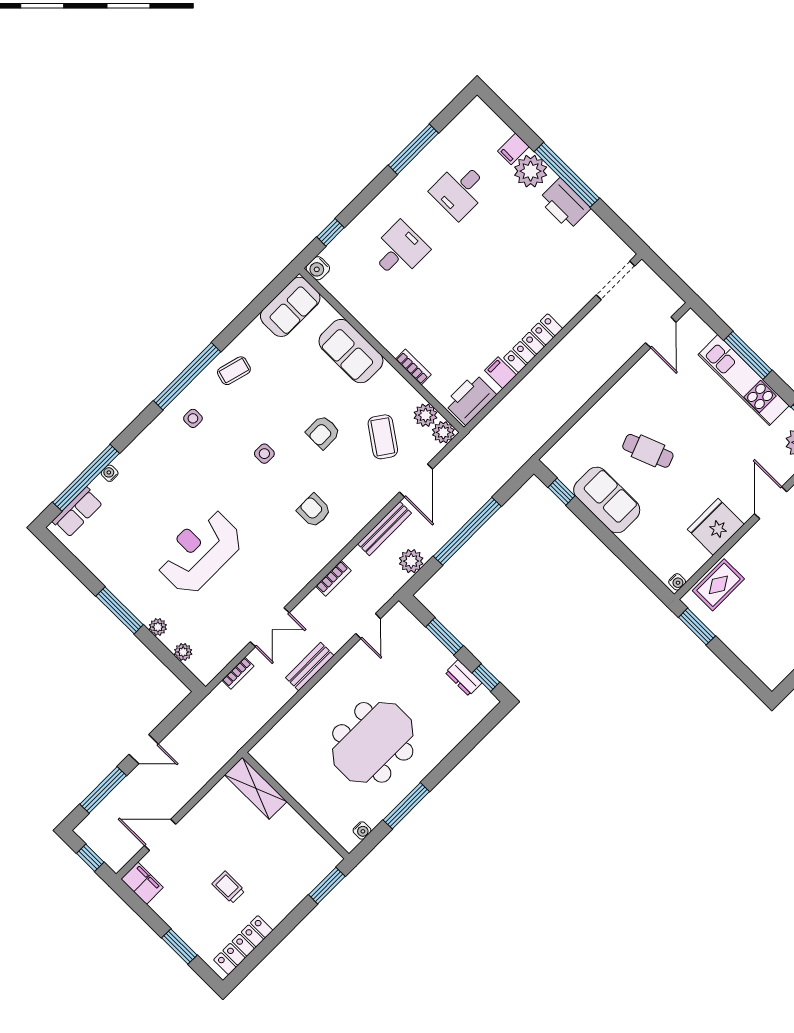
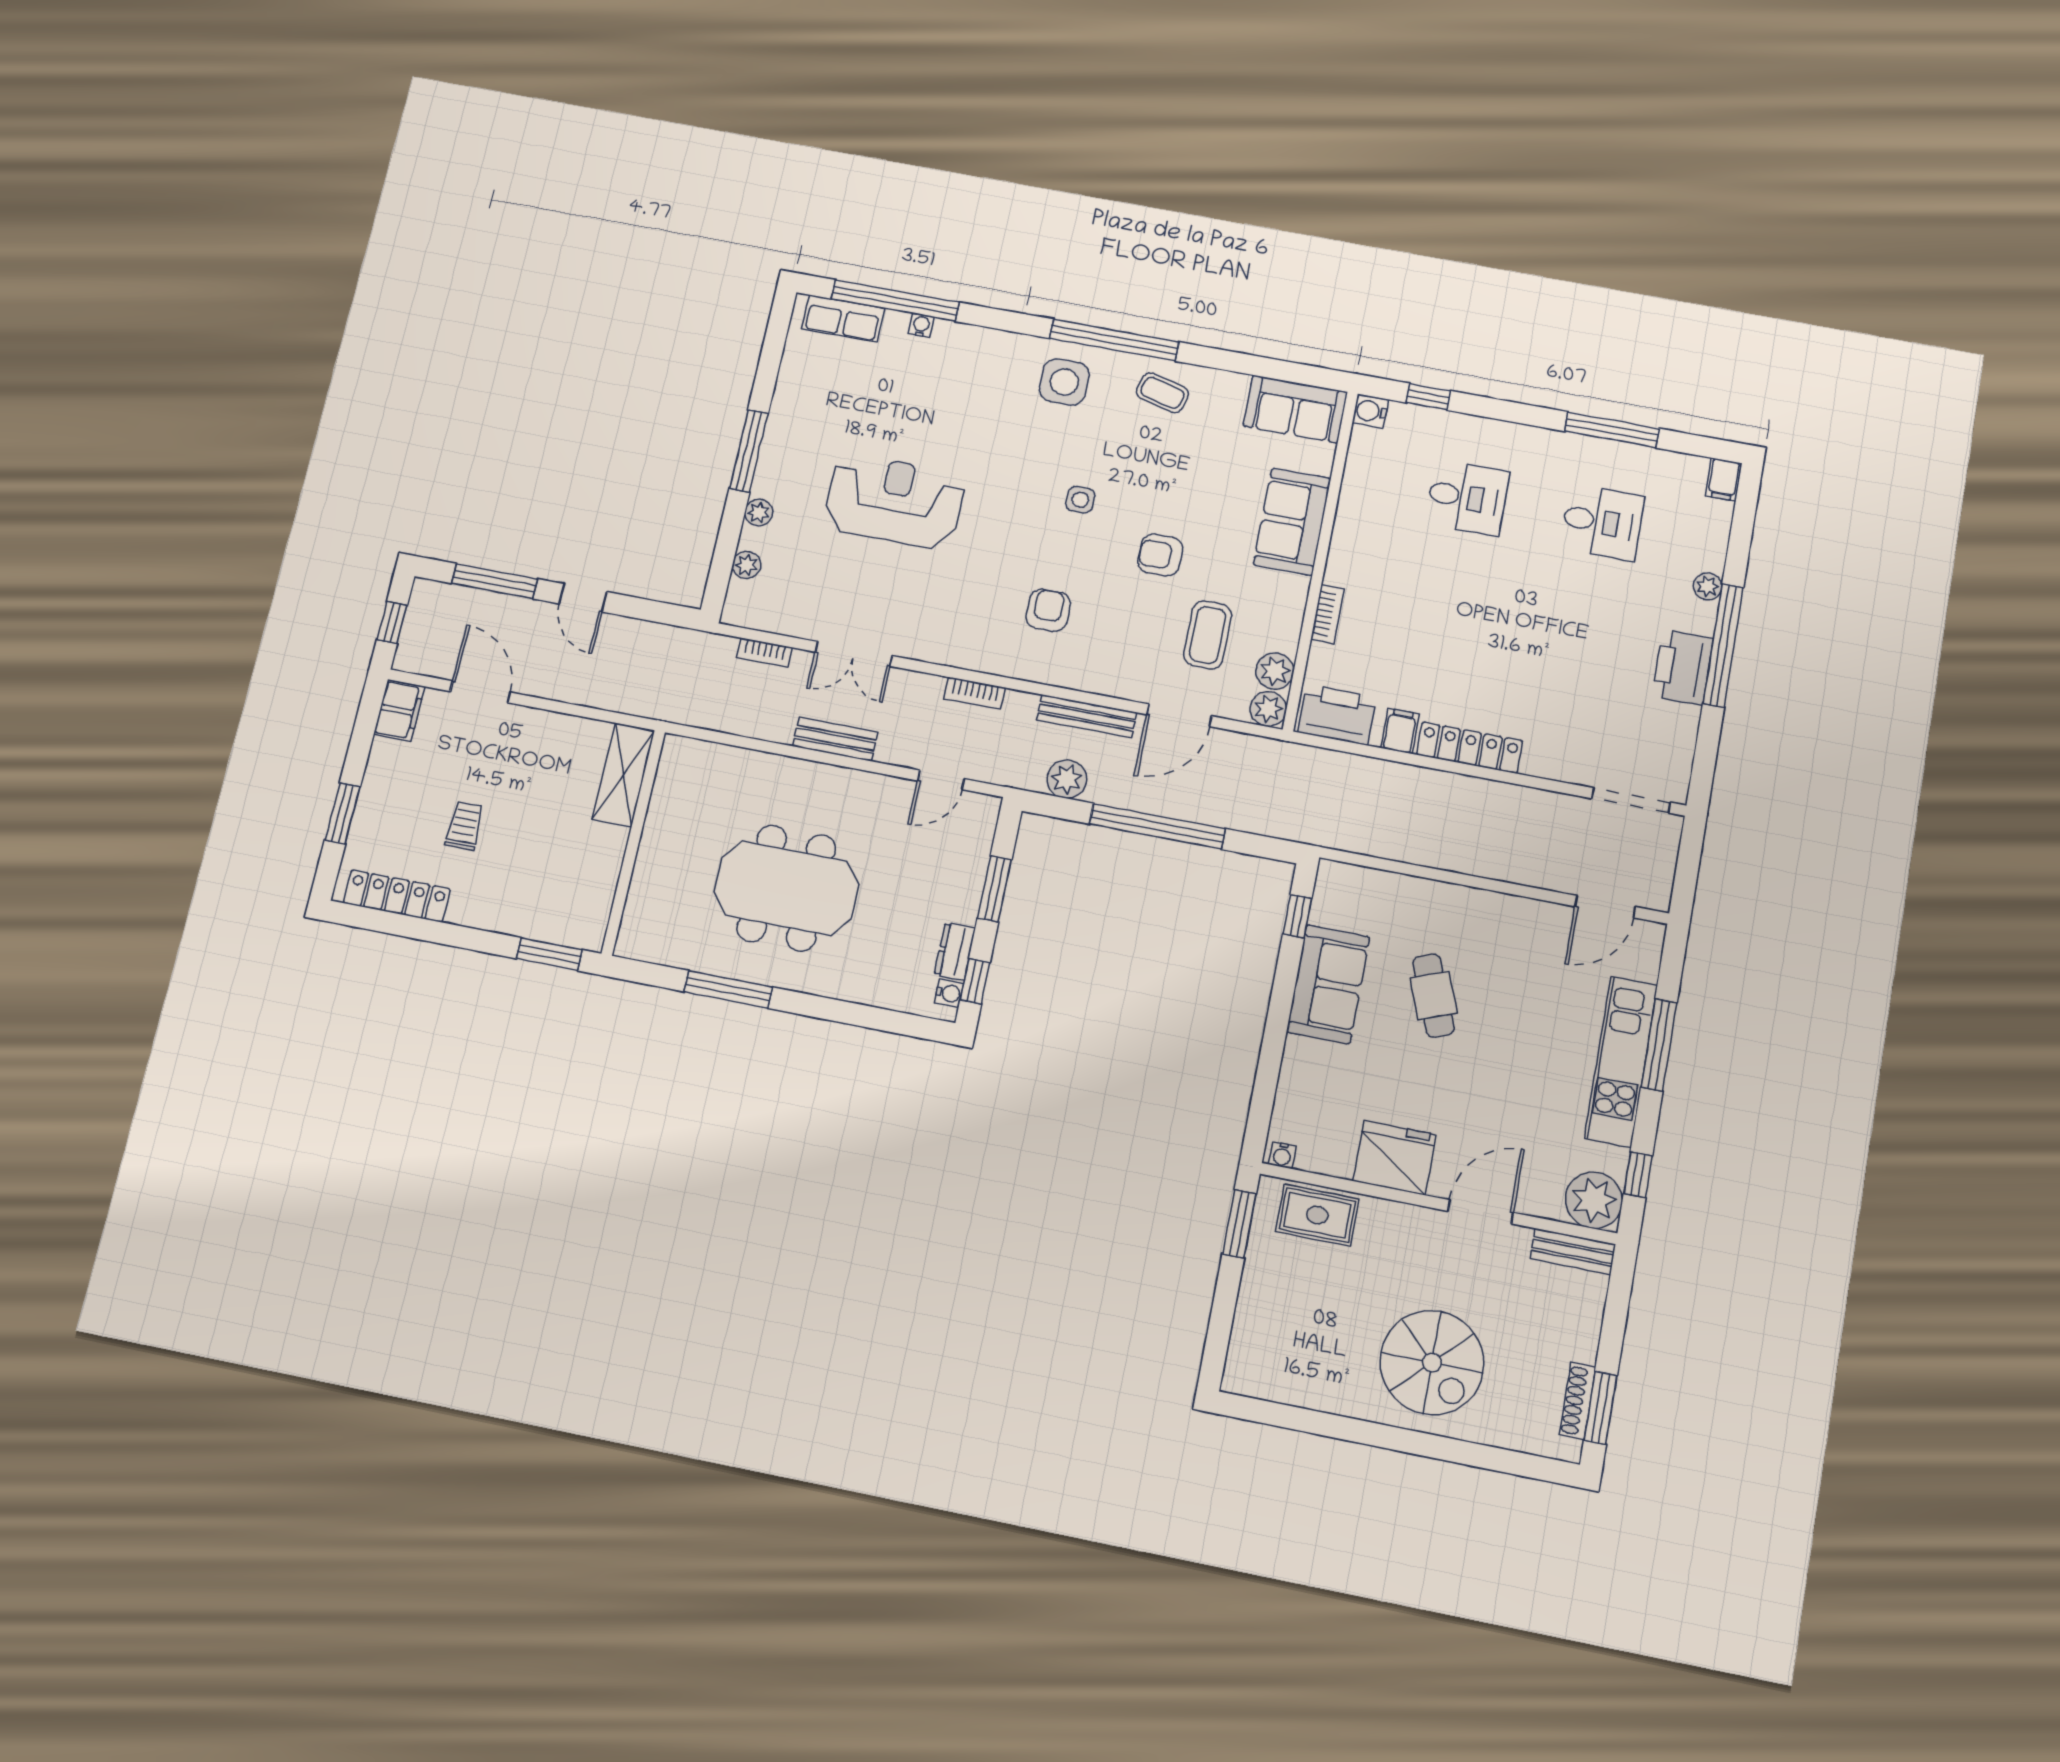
filing cabinet: (513, 149) -> (1724, 479), moved, turned -90
plant: (531, 171) -> (1708, 586), width x0.53, depth x0.53
desk: (460, 190) -> (1602, 522), turned 180
side table: (193, 418) -> (1064, 382), width x1.87, depth x1.87
coffee table: (383, 437) -> (1208, 635), turned -35
water cooler: (362, 830) -> (949, 993), moved, turned -90

